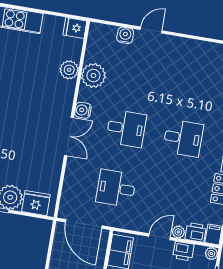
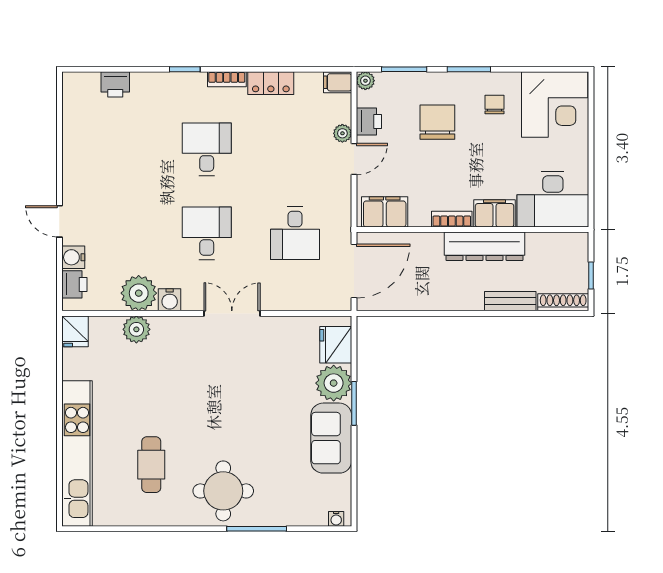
water cooler: (83, 110) -> (170, 300), moved
printer: (196, 232) -> (74, 284), moved, turned 180
door: (160, 237) -> (354, 159), swing flipped

